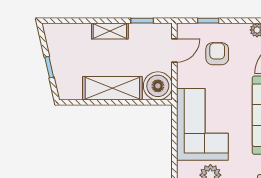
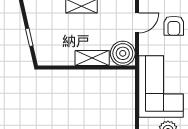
armchair: (217, 54) -> (174, 26), turned 180
shelving: (112, 88) -> (92, 58), width x0.67, depth x0.75

